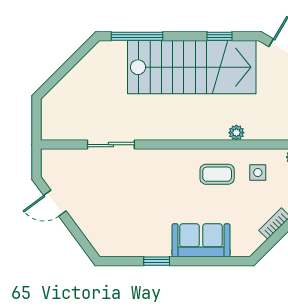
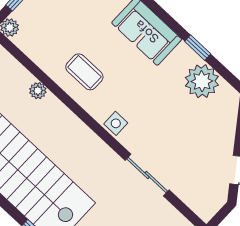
side table: (258, 173) -> (116, 123), moved
plant: (133, 241) -> (202, 81), added

